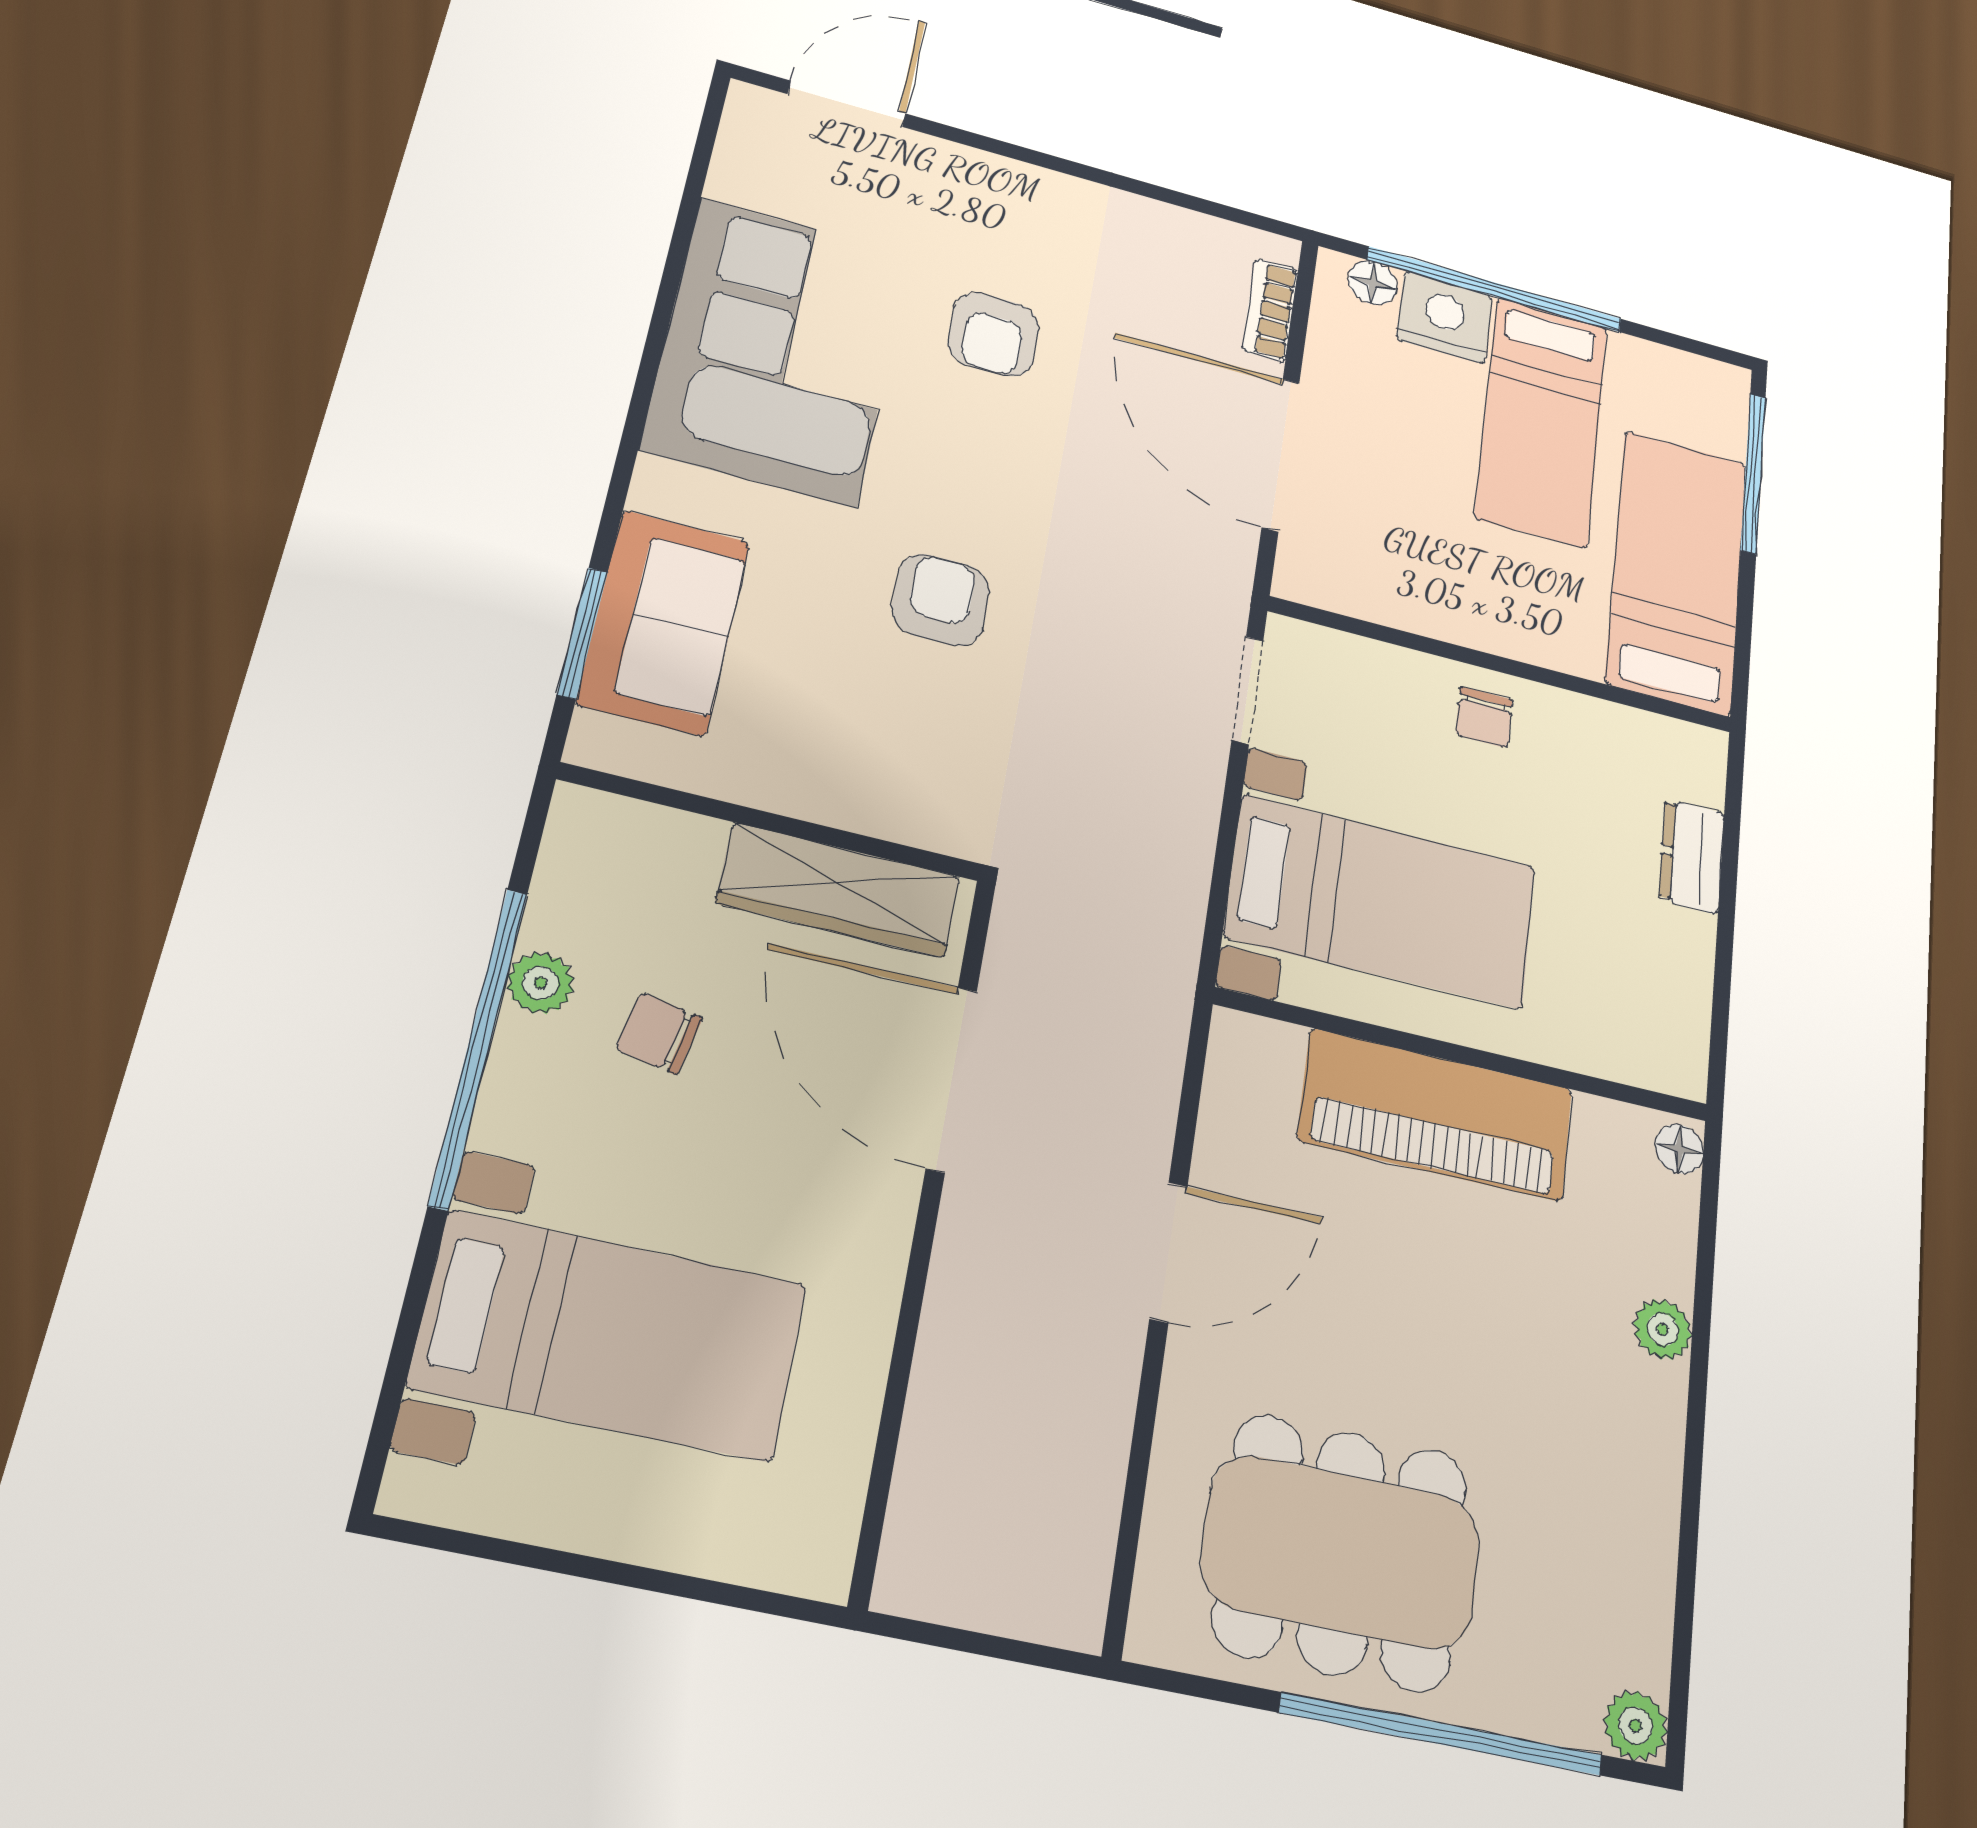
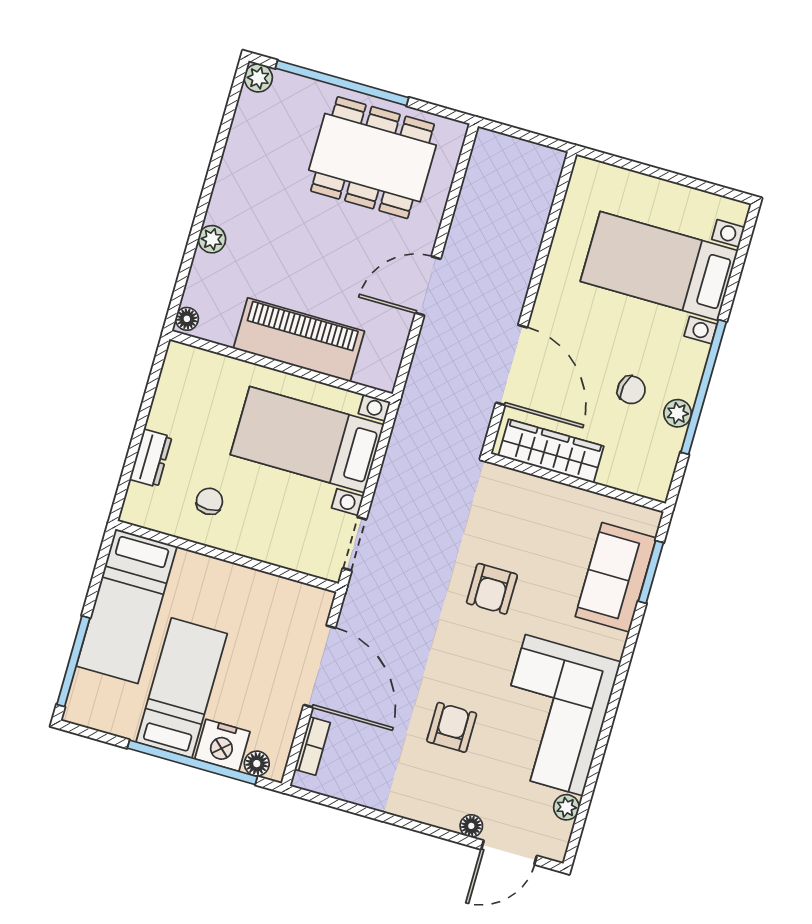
floor lamp: (930, 155) -> (471, 826), added
plant: (734, 179) -> (566, 807), added
chair: (1484, 717) -> (209, 501), moved

